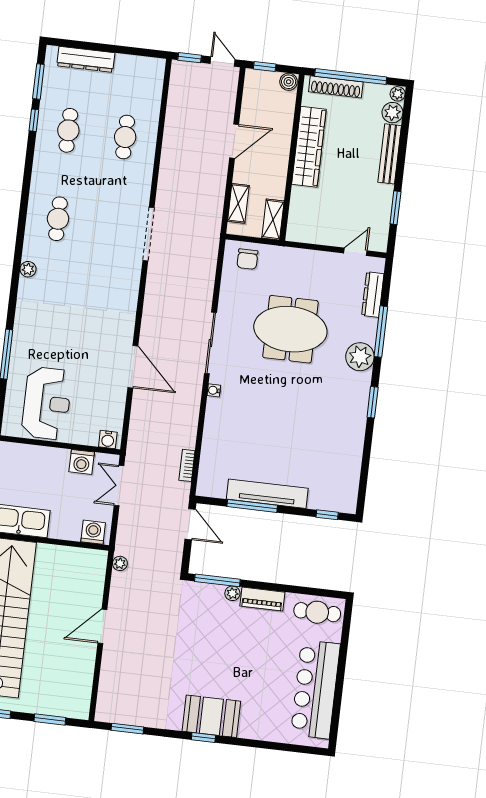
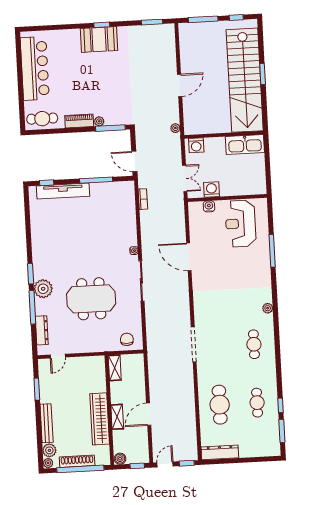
dresser: (86, 59) -> (220, 452), moved
door: (223, 62) -> (165, 464), swing flipped
shoe rack: (336, 87) -> (77, 461), moved
cafe table: (125, 137) -> (220, 405), width x1.37, depth x1.35
shelving: (238, 203) -> (117, 417), moved
window: (373, 402) -> (31, 274), moved
water cooler: (108, 439) -> (209, 206), moved
tv unit: (267, 494) -> (63, 191), moved
window: (50, 719) -> (203, 19), width x1.44

